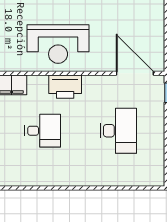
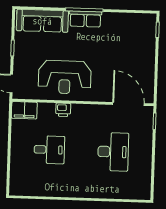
printer: (65, 87) -> (63, 110), width x0.53, depth x0.68

